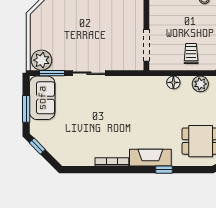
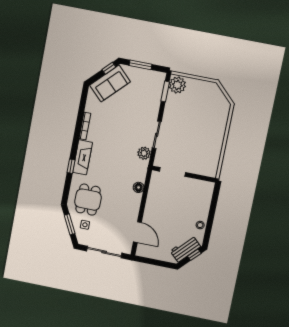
trolley: (191, 53) -> (159, 206), removed
sliding door: (89, 73) -> (157, 135), moved
plant: (200, 84) -> (144, 153), moved
sofa: (42, 98) -> (110, 83), moved, turned -45

